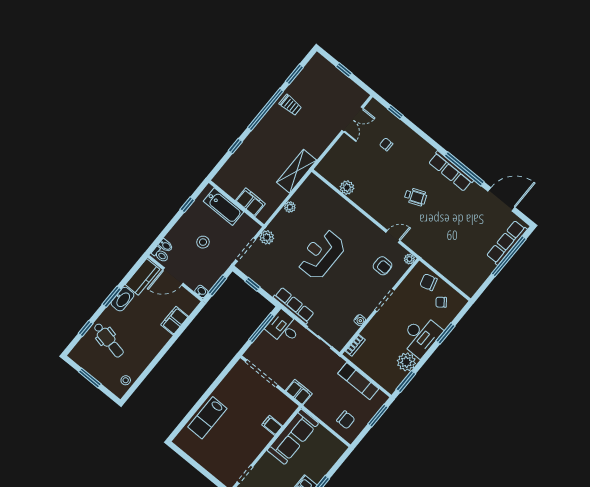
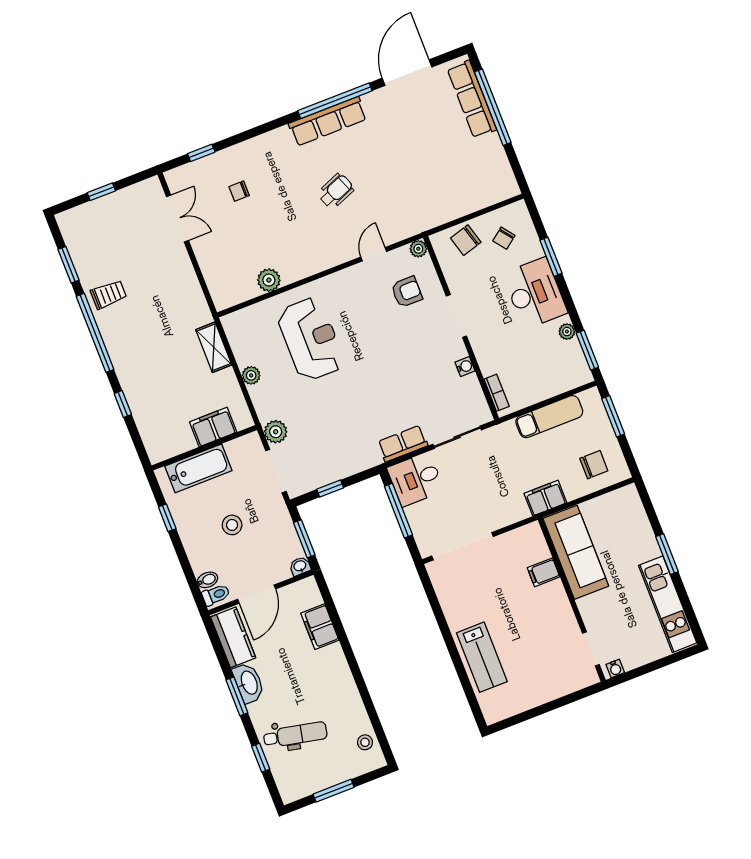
shelving: (297, 171) -> (214, 347), width x0.67, depth x0.75
reception desk: (321, 254) -> (311, 339), moved, turned 180
row of seats: (294, 306) -> (403, 444), width x0.68
plant: (406, 362) -> (567, 332), width x0.53, depth x0.53
filing cabinet: (299, 392) -> (545, 498), moved

